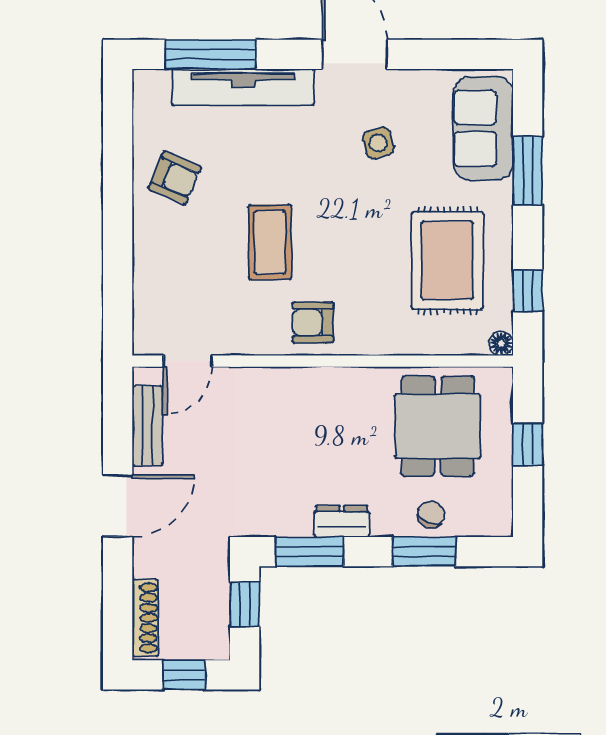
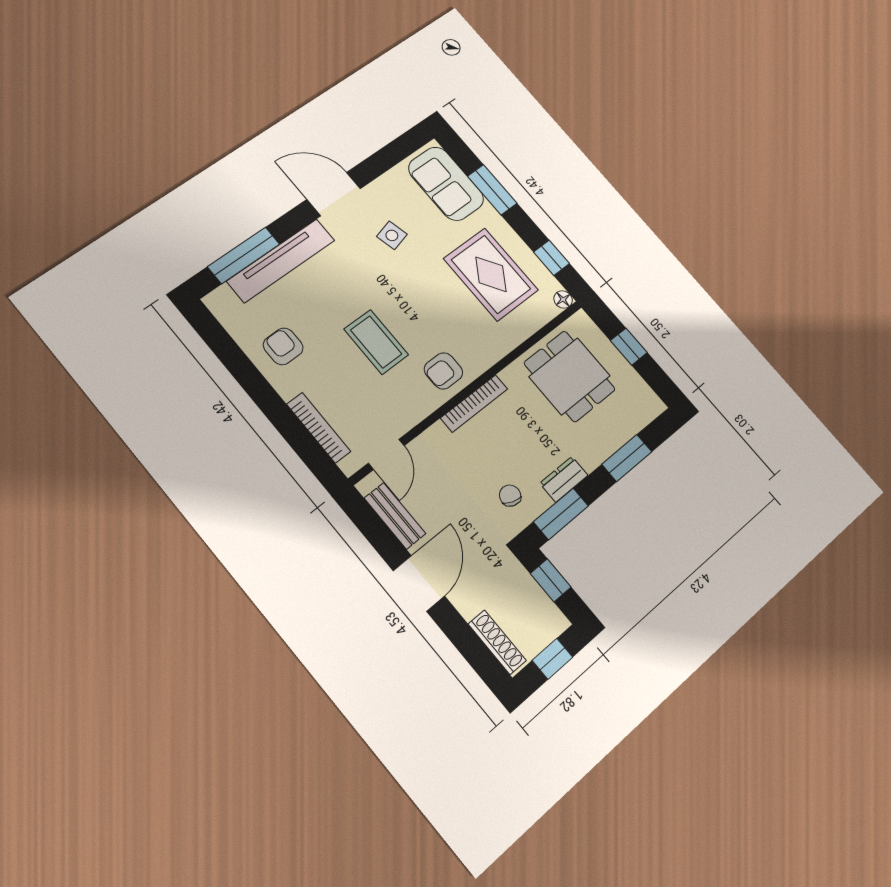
armchair: (175, 178) -> (283, 346), turned -113
bookcase: (144, 285) -> (319, 428), added
bookcase: (316, 378) -> (474, 403), added
chair: (431, 514) -> (510, 496), moved

